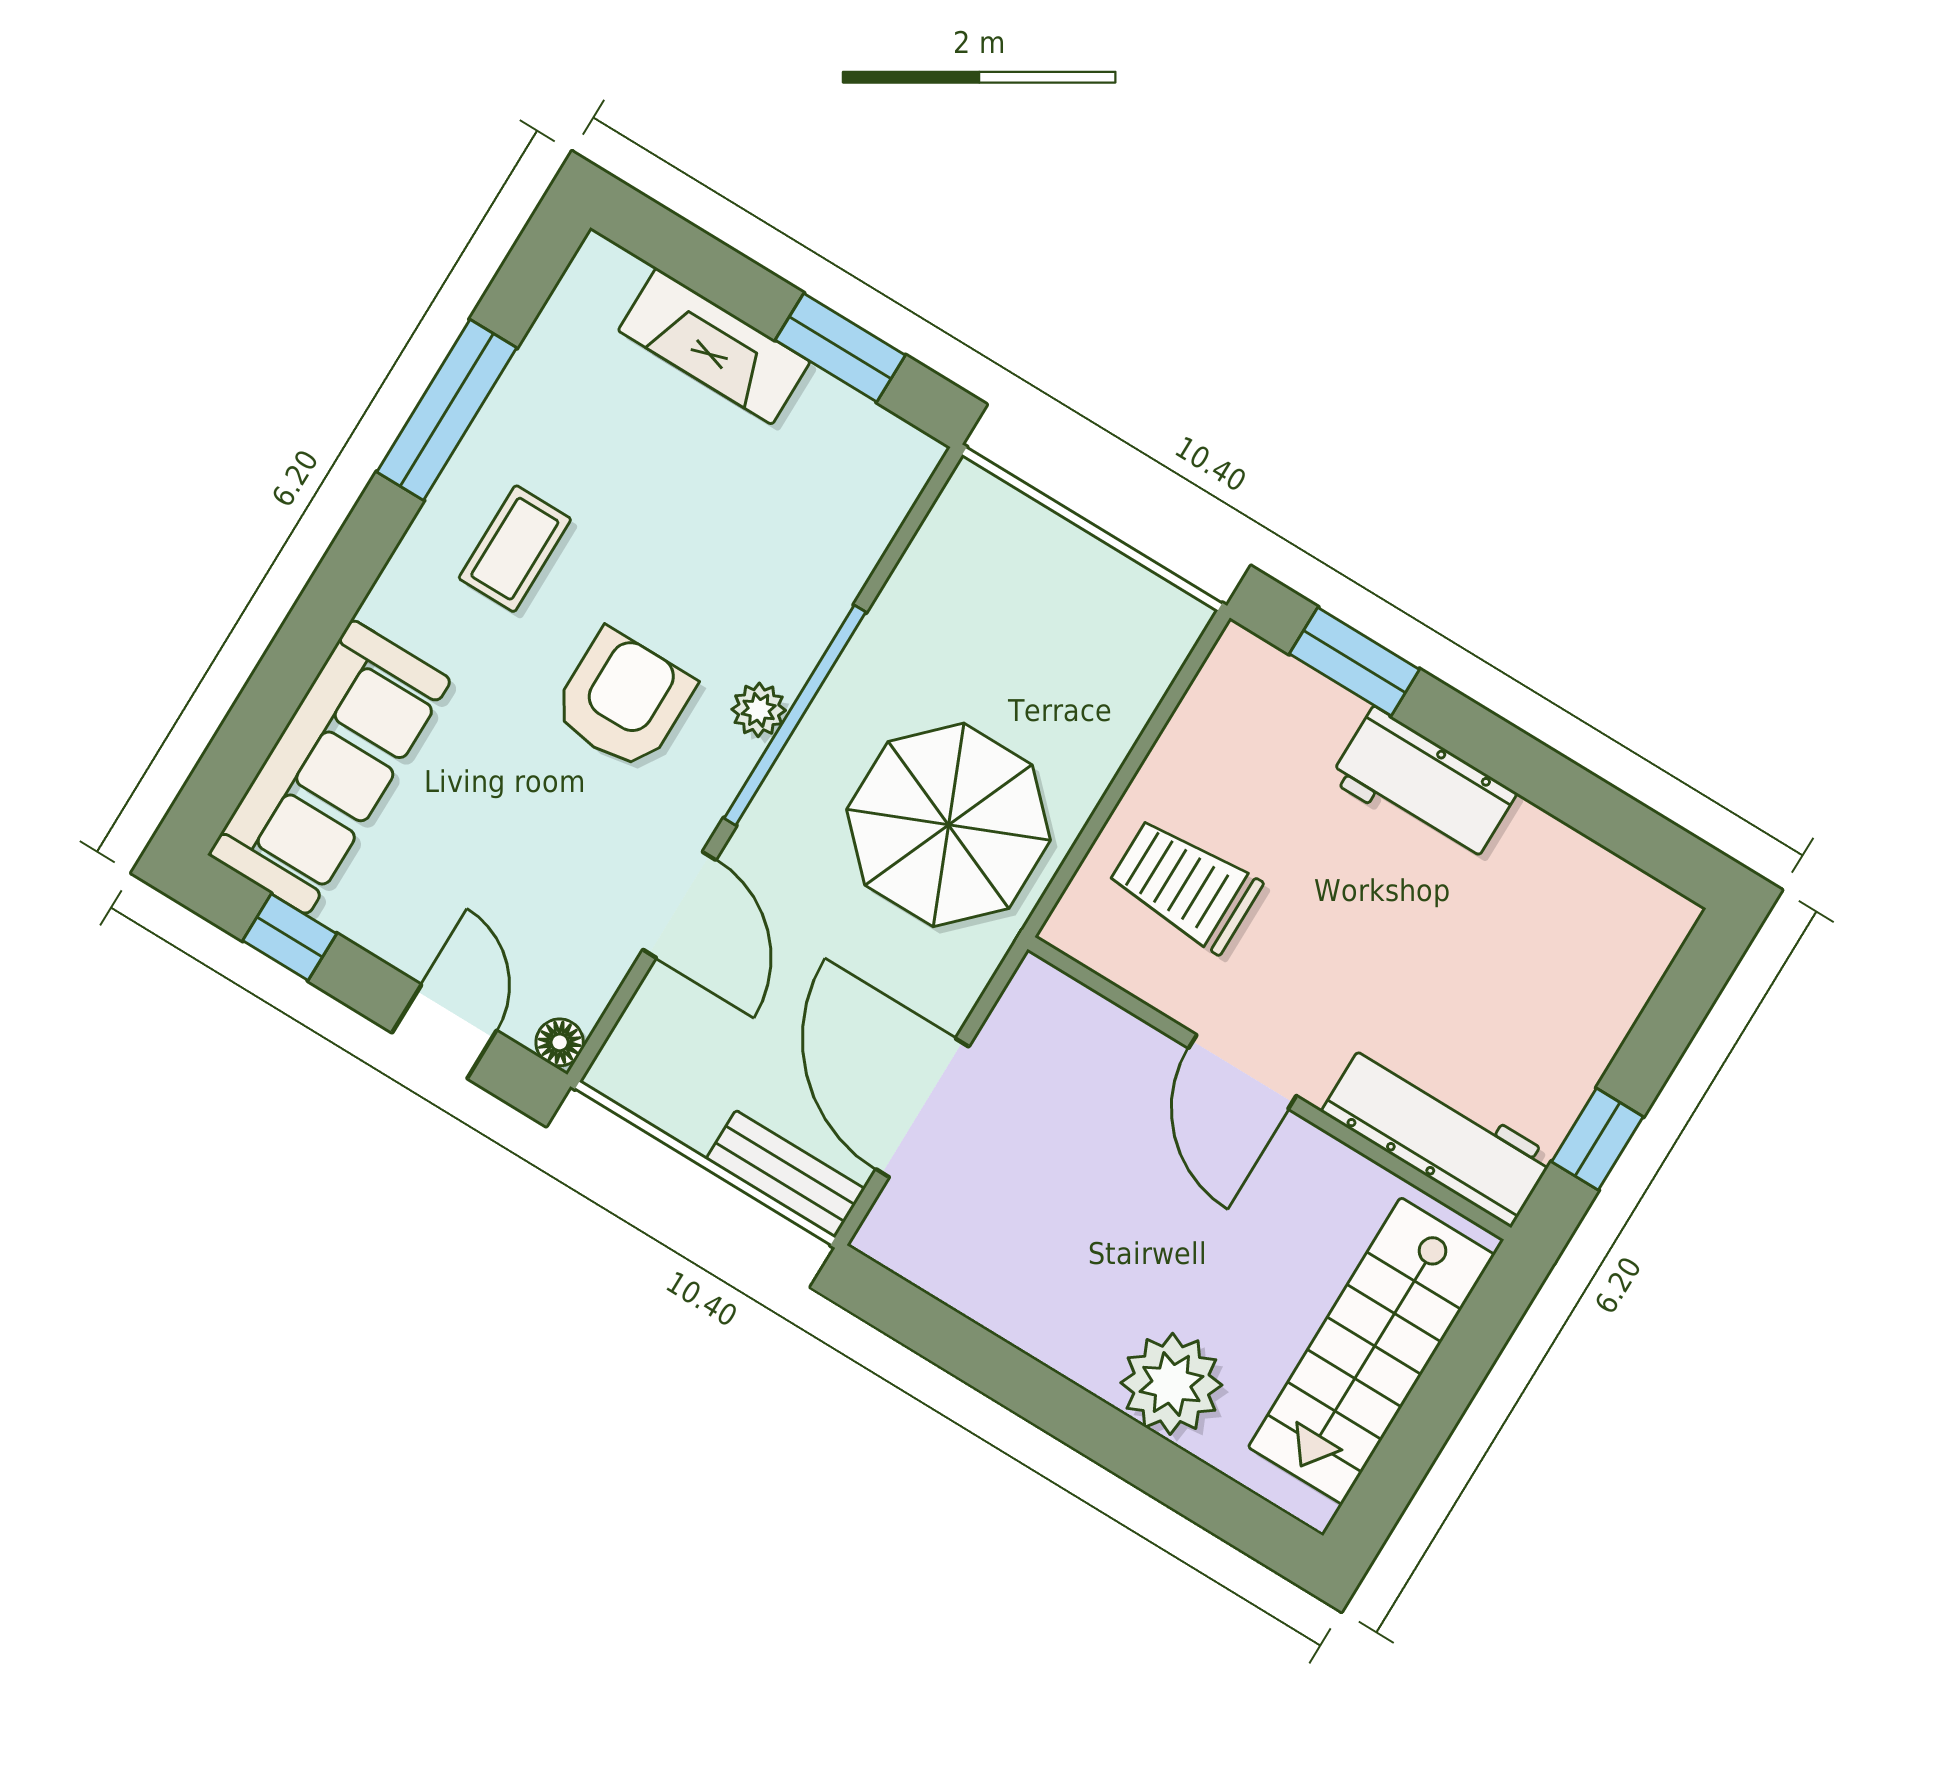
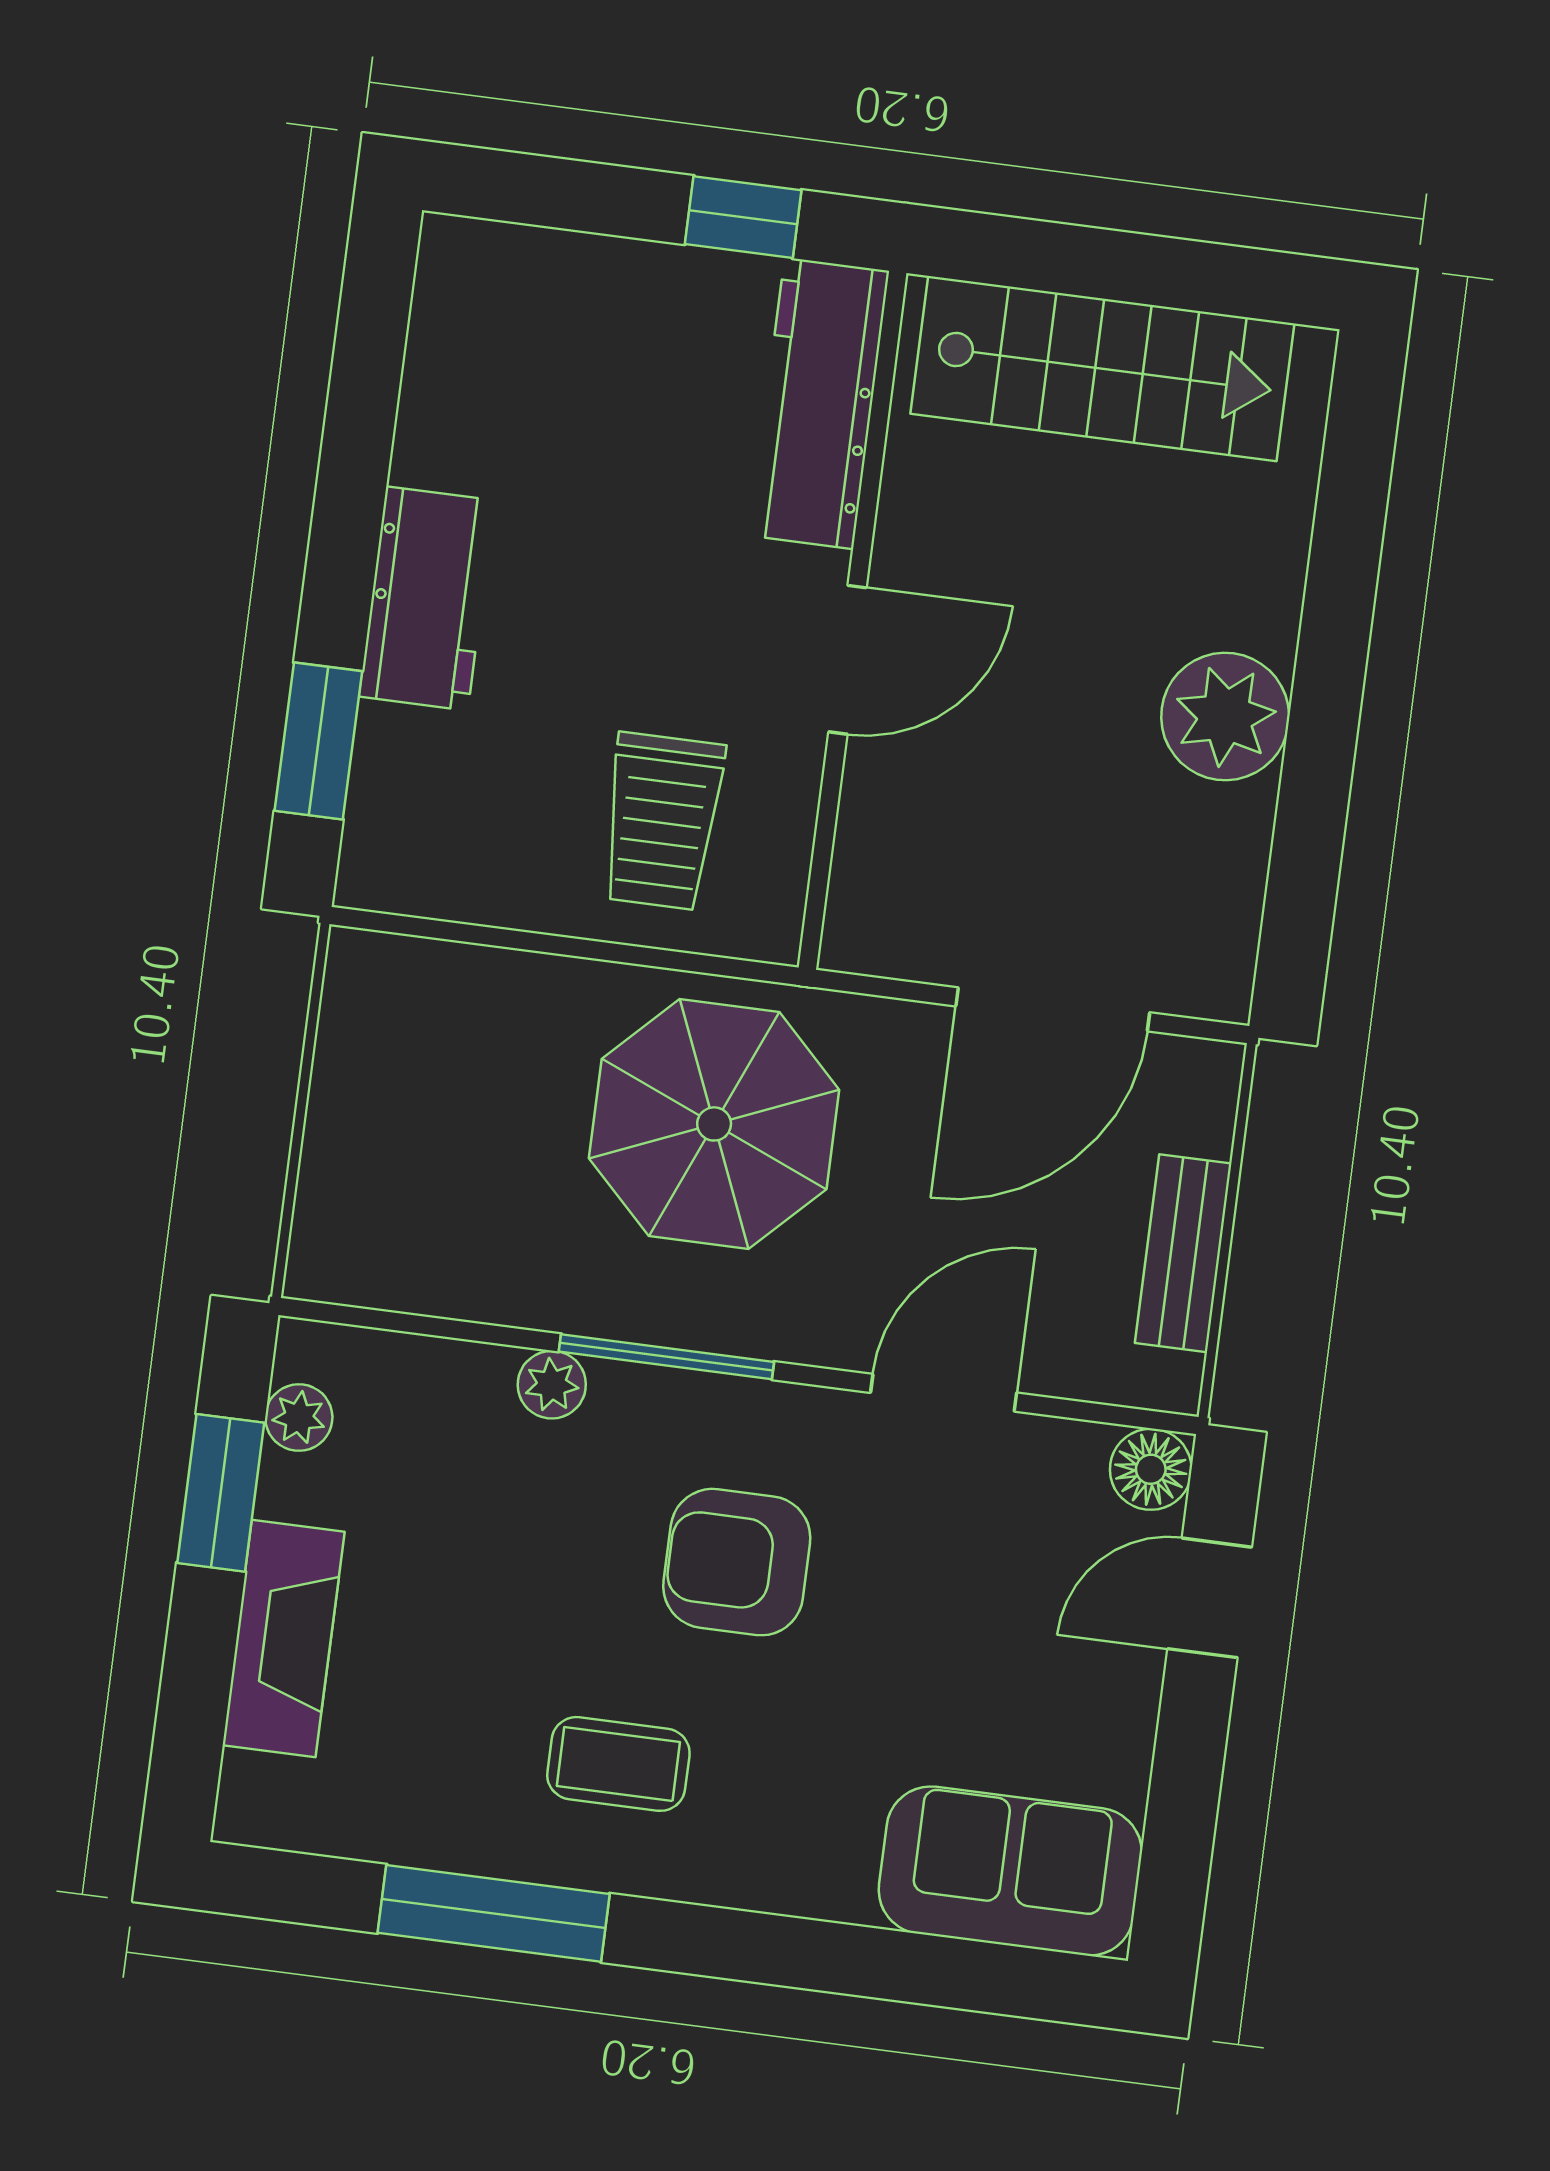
plant: (870, 429) -> (299, 1418), added
plant: (759, 710) -> (552, 1385), moved
window: (795, 715) -> (666, 1357), width x0.68
sofa: (330, 767) -> (1010, 1871), width x0.73
window: (290, 937) -> (1180, 1824), removed
floor lamp: (560, 1042) -> (1151, 1469), width x1.37, depth x1.37
bench: (785, 1174) -> (1183, 1253), moved
plant: (1171, 1384) -> (1225, 716), moved

